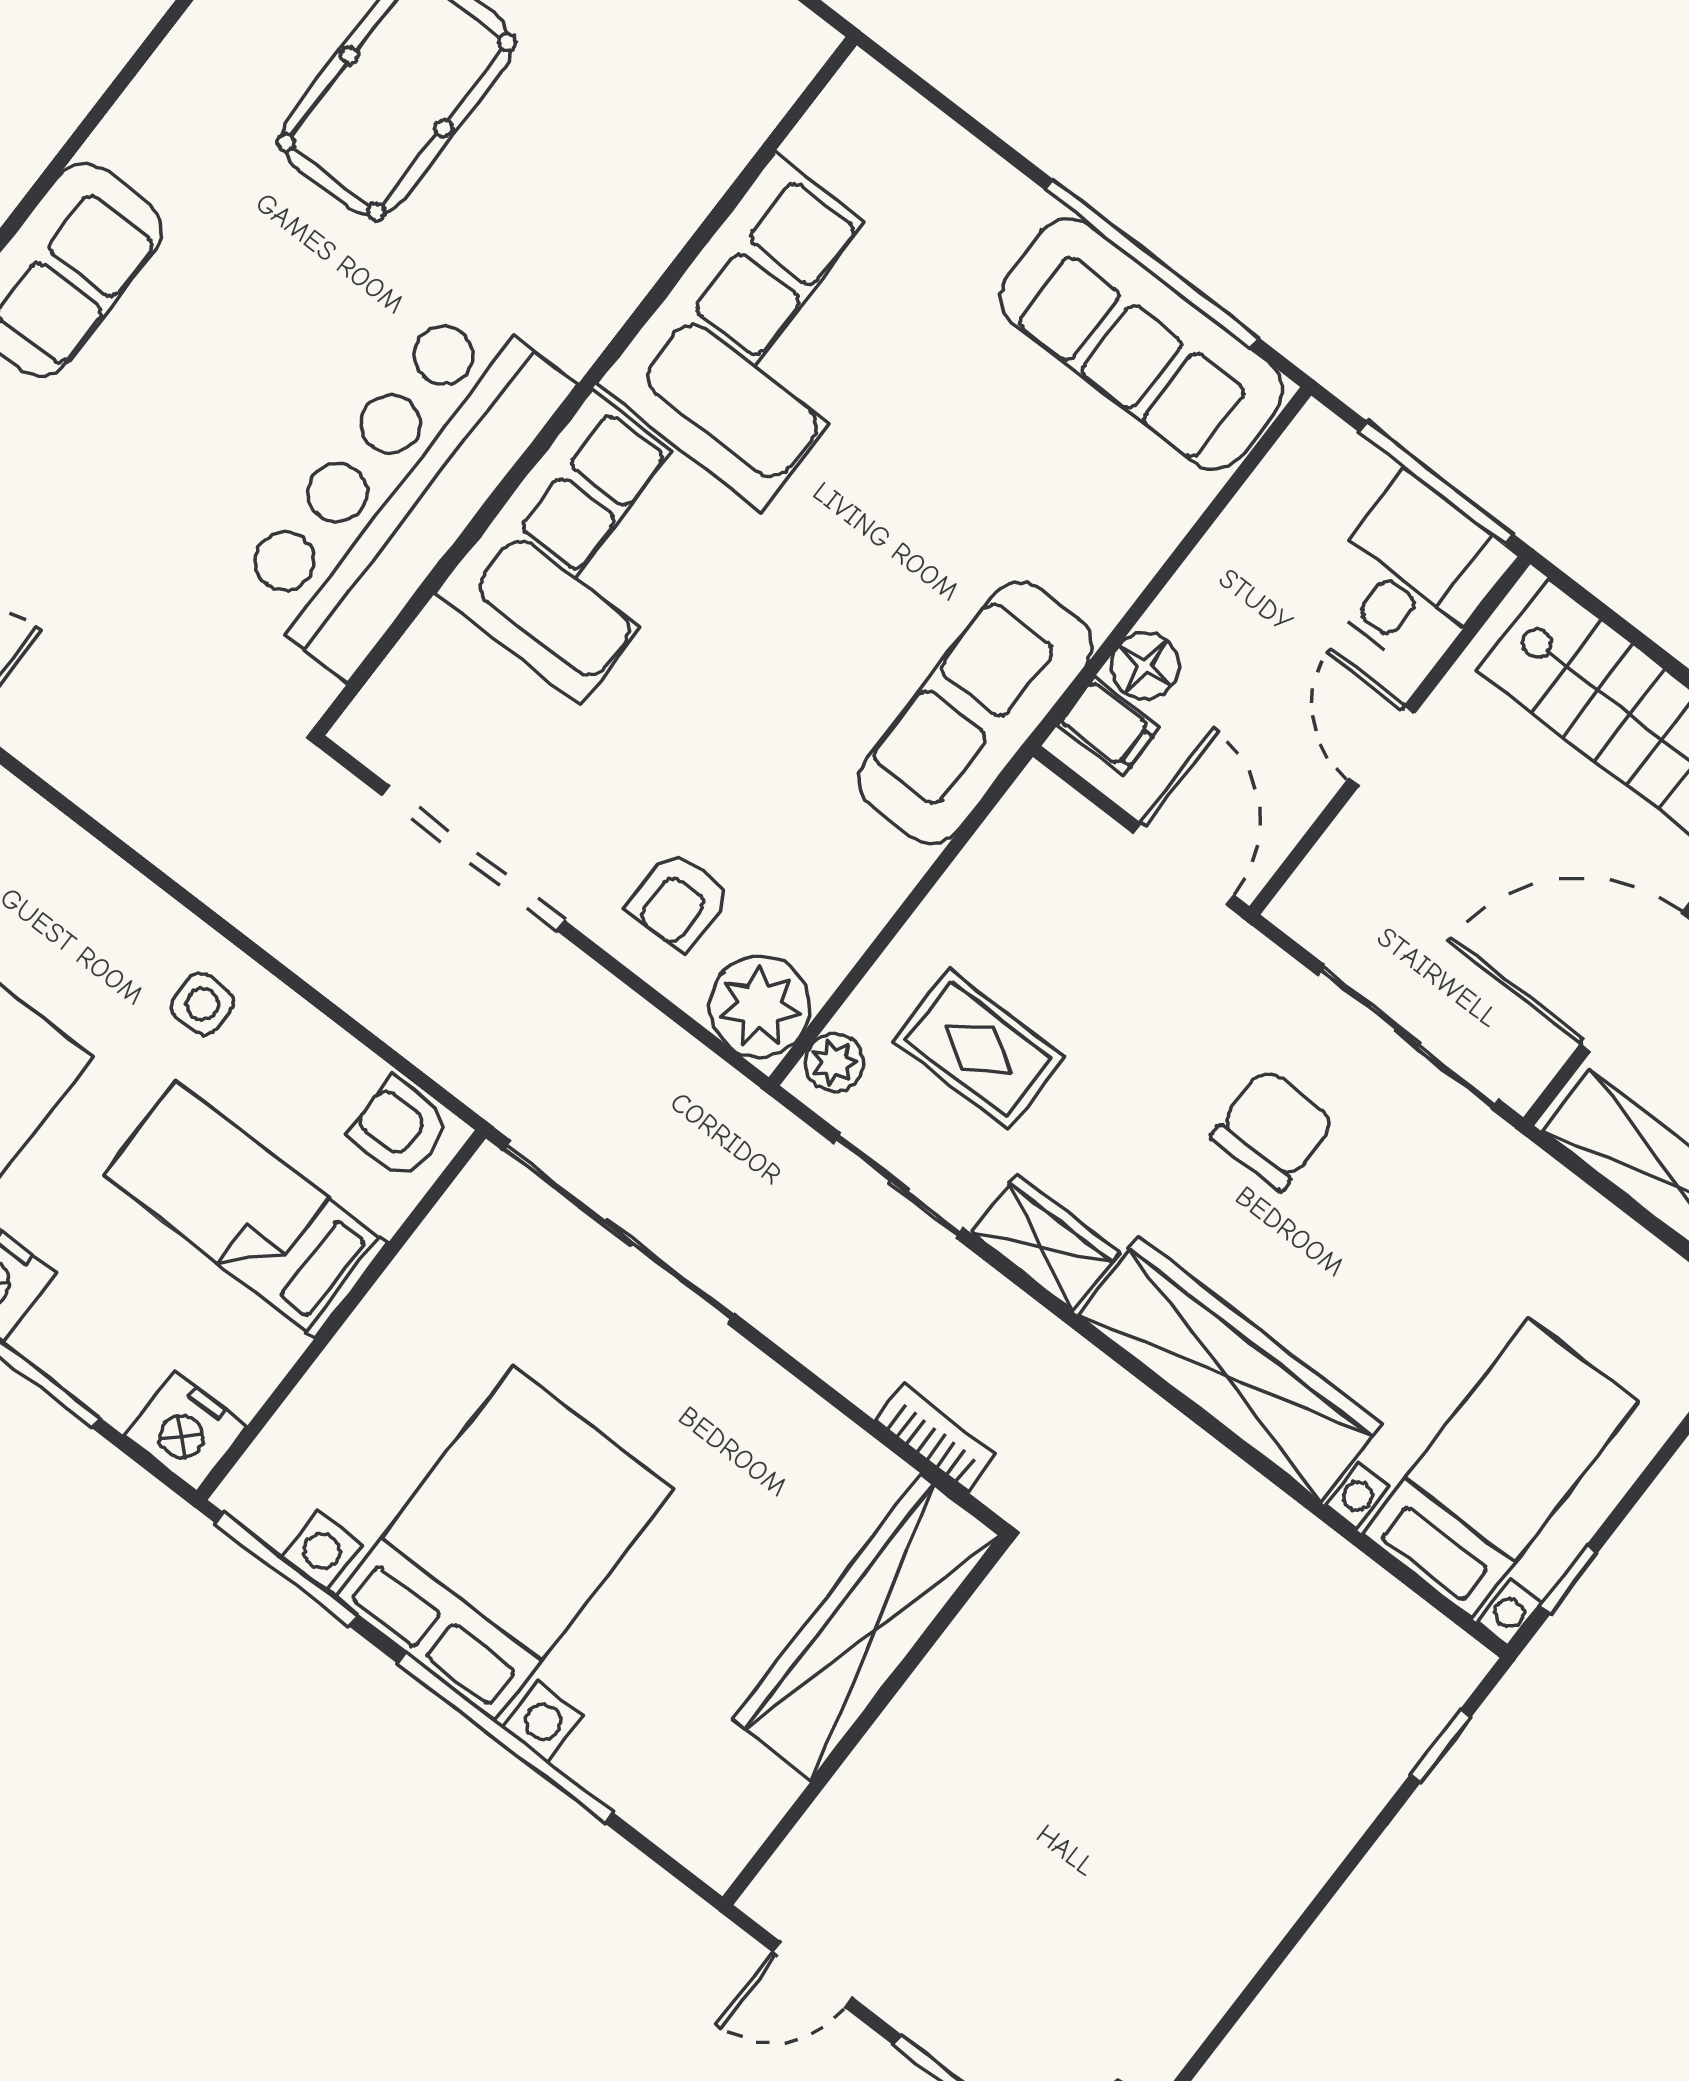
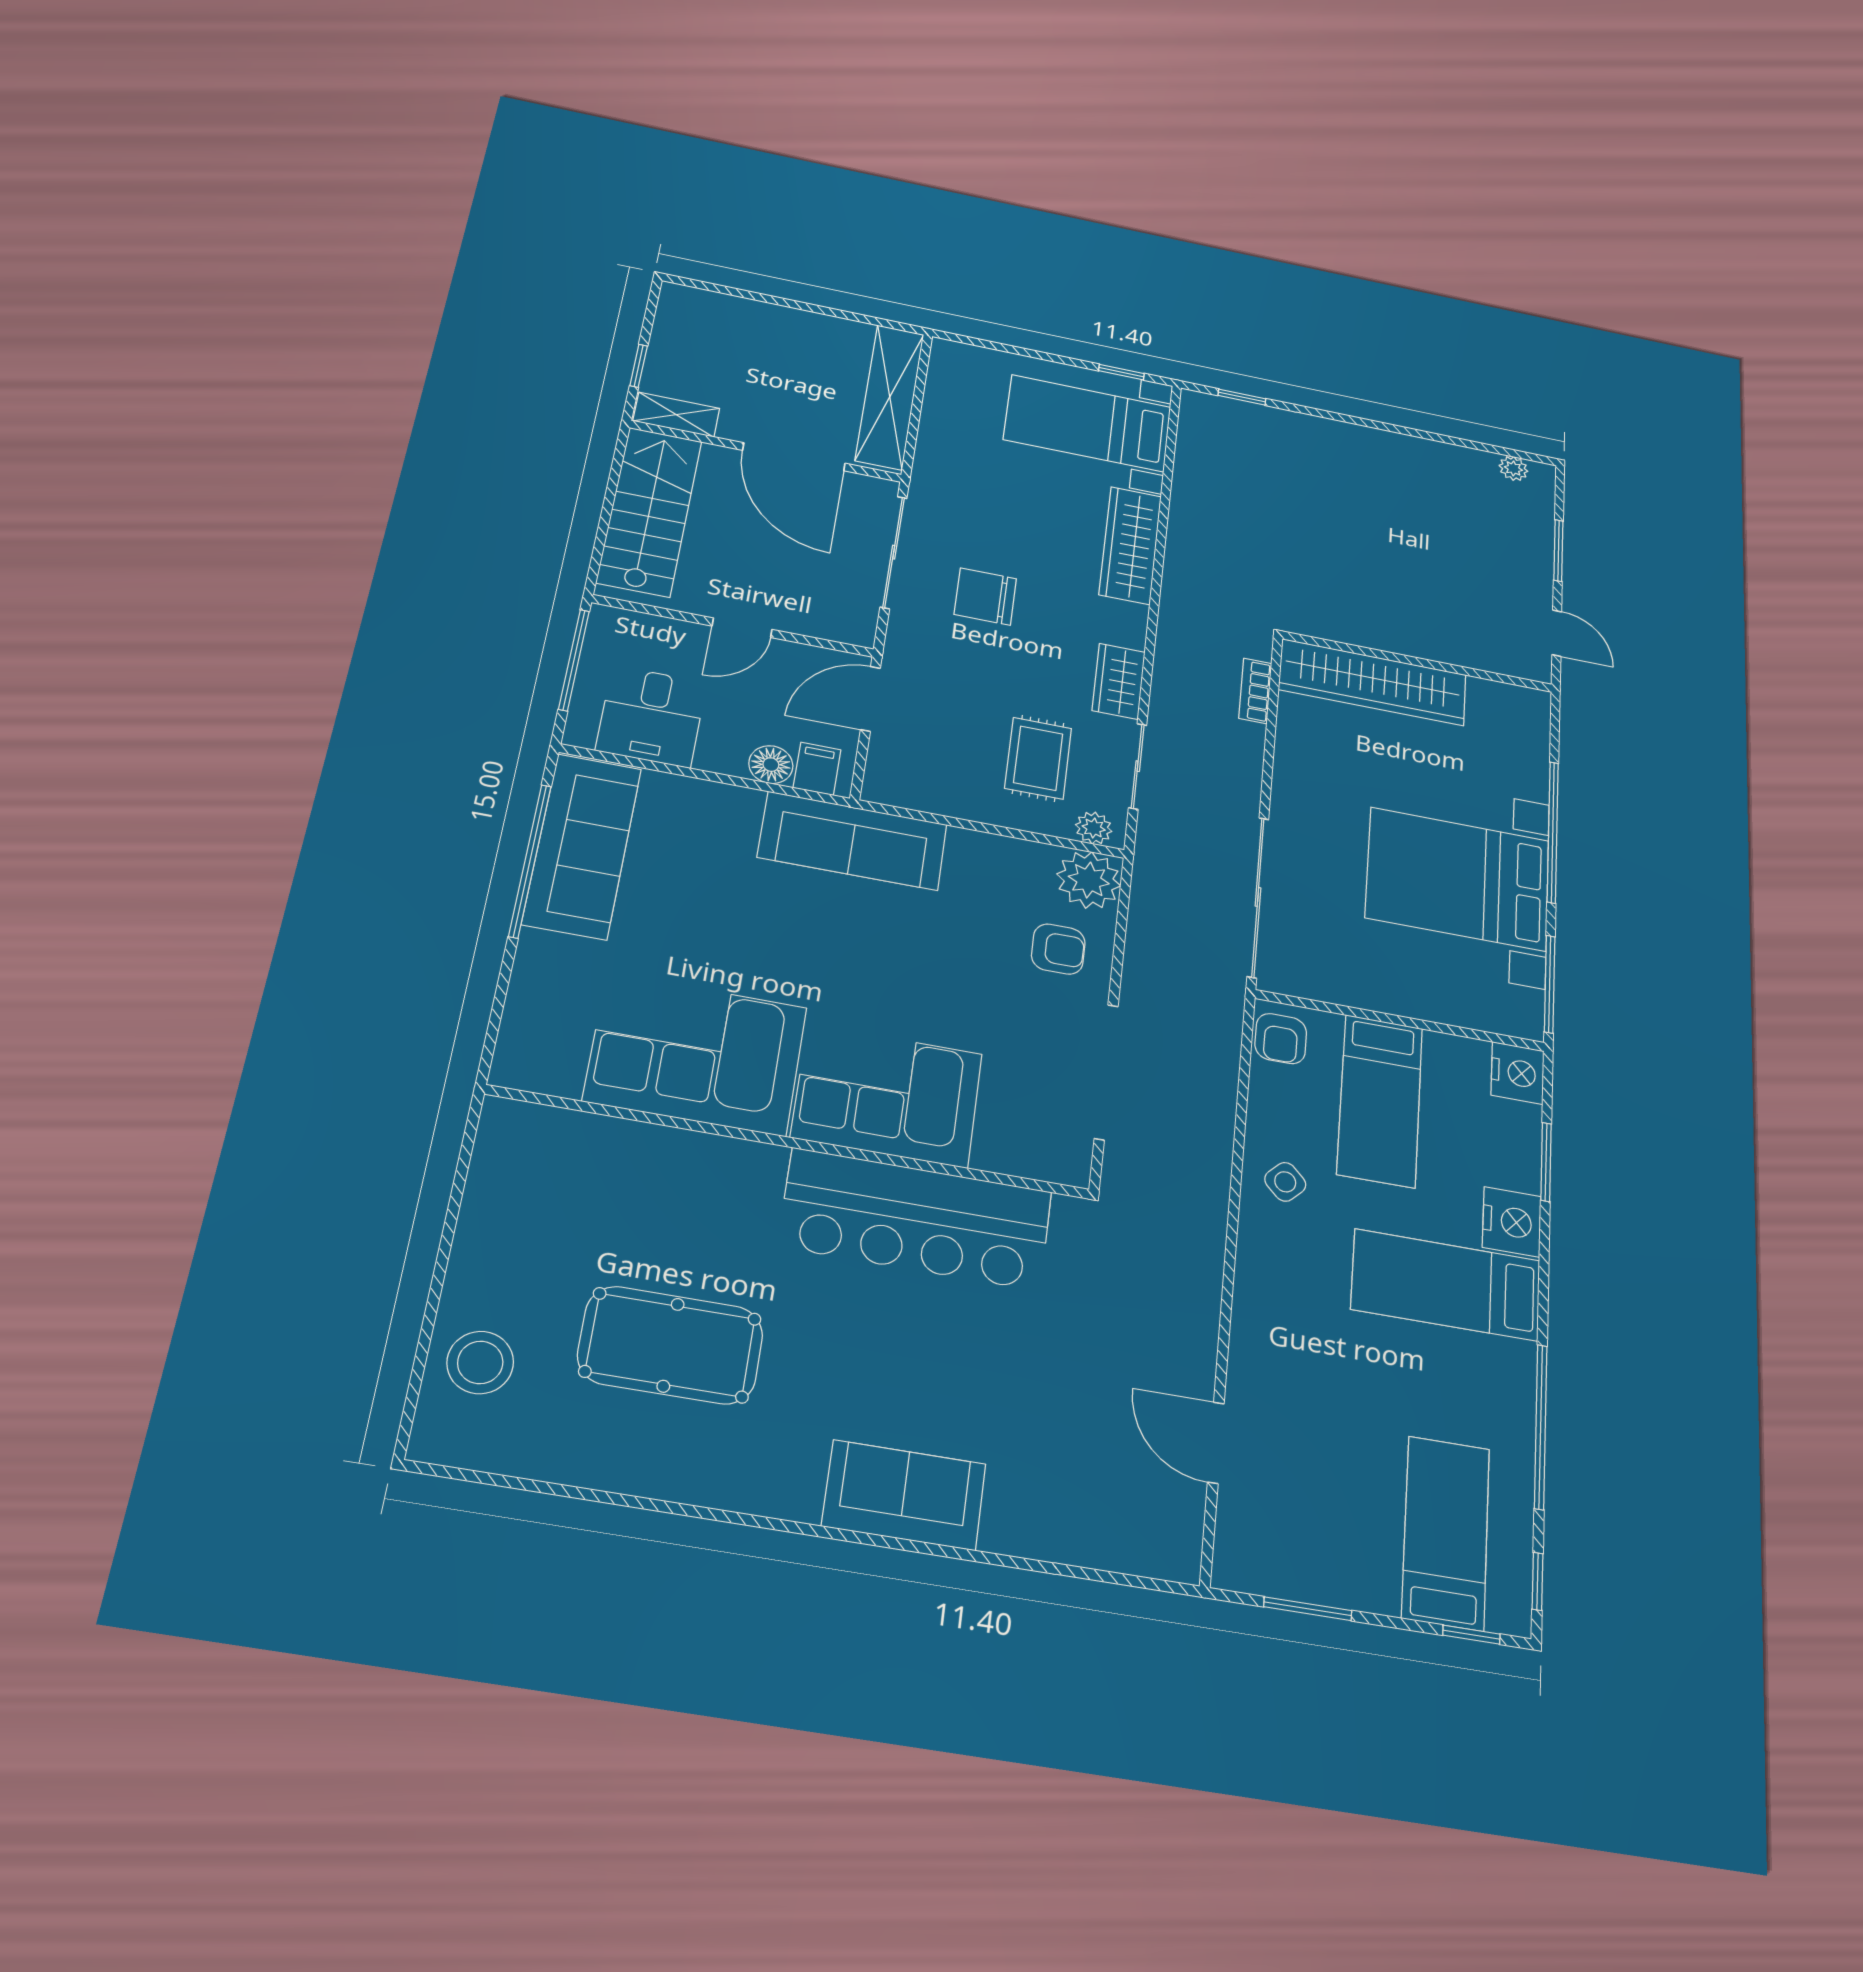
desk: (1414, 573) -> (651, 716), moved, turned -90
side table: (202, 1004) -> (1285, 1182), turned 45
wardrobe: (1230, 1369) -> (1130, 545), width x0.71, depth x0.85

